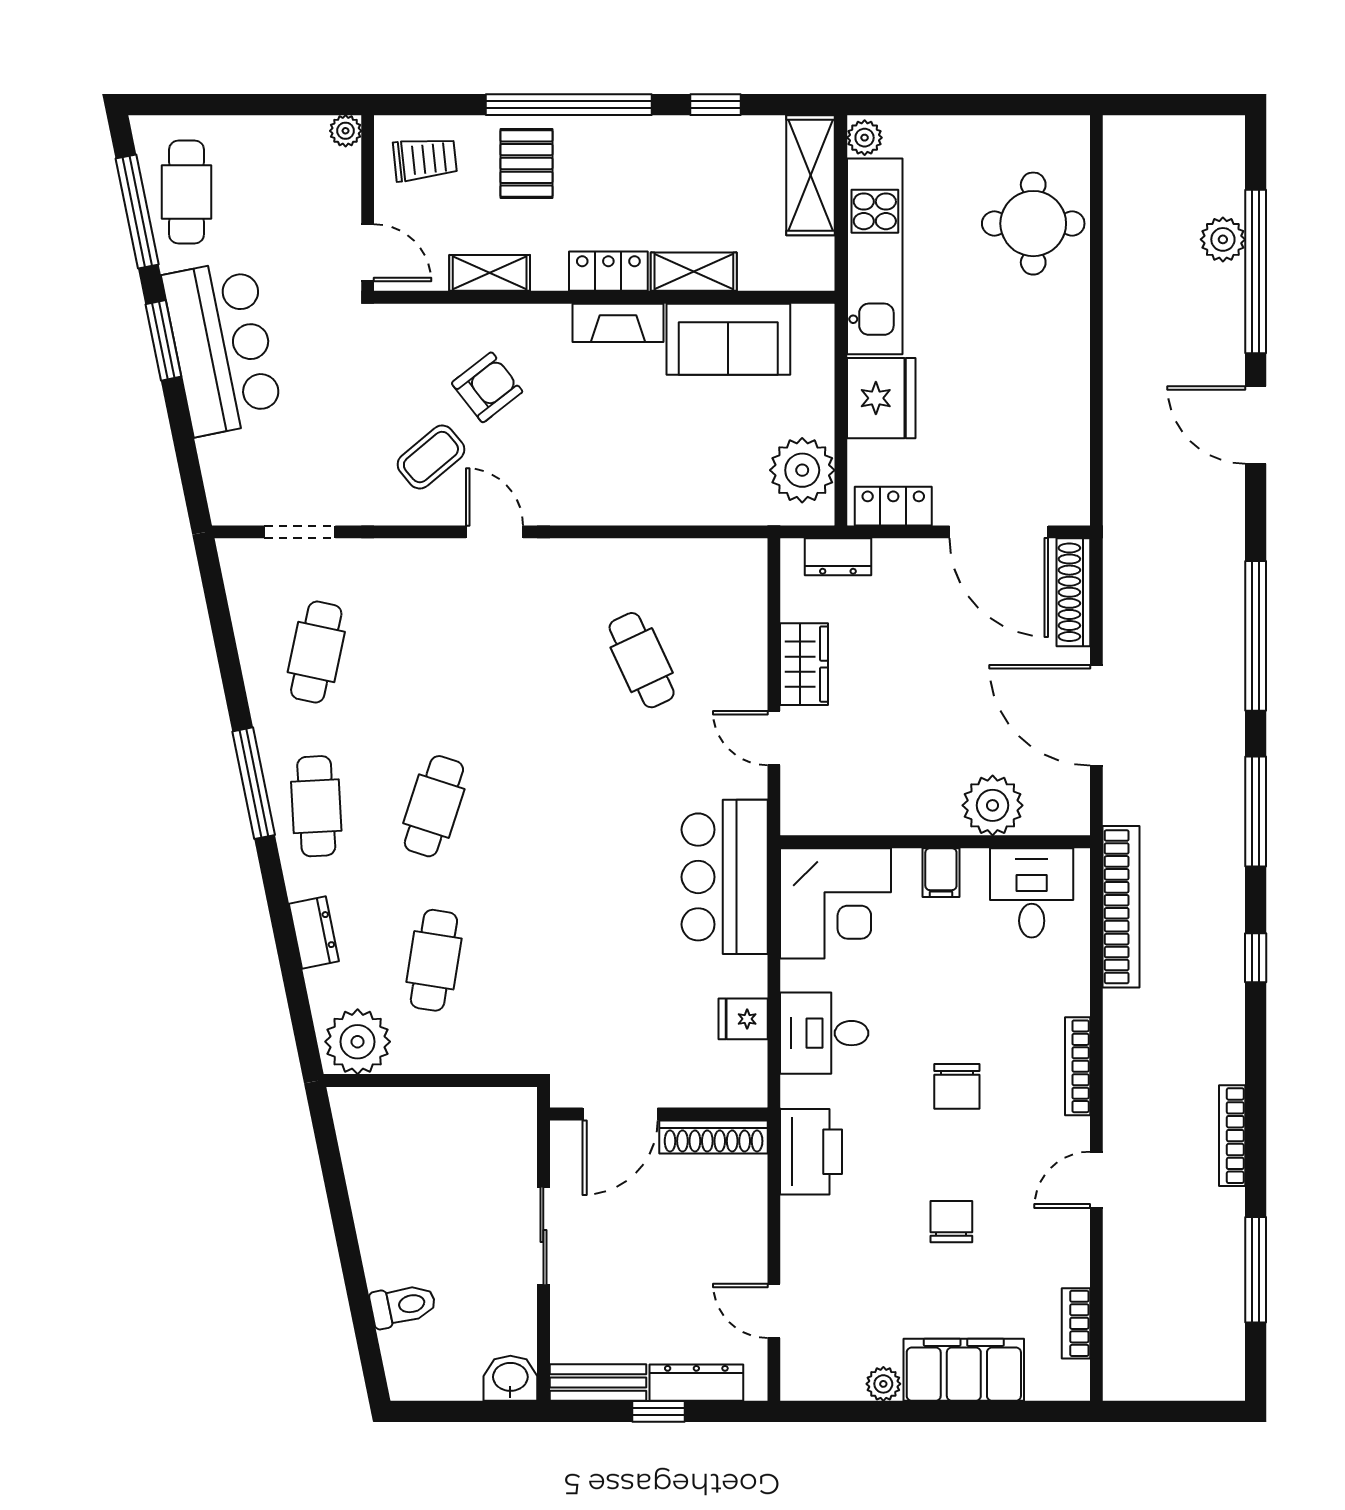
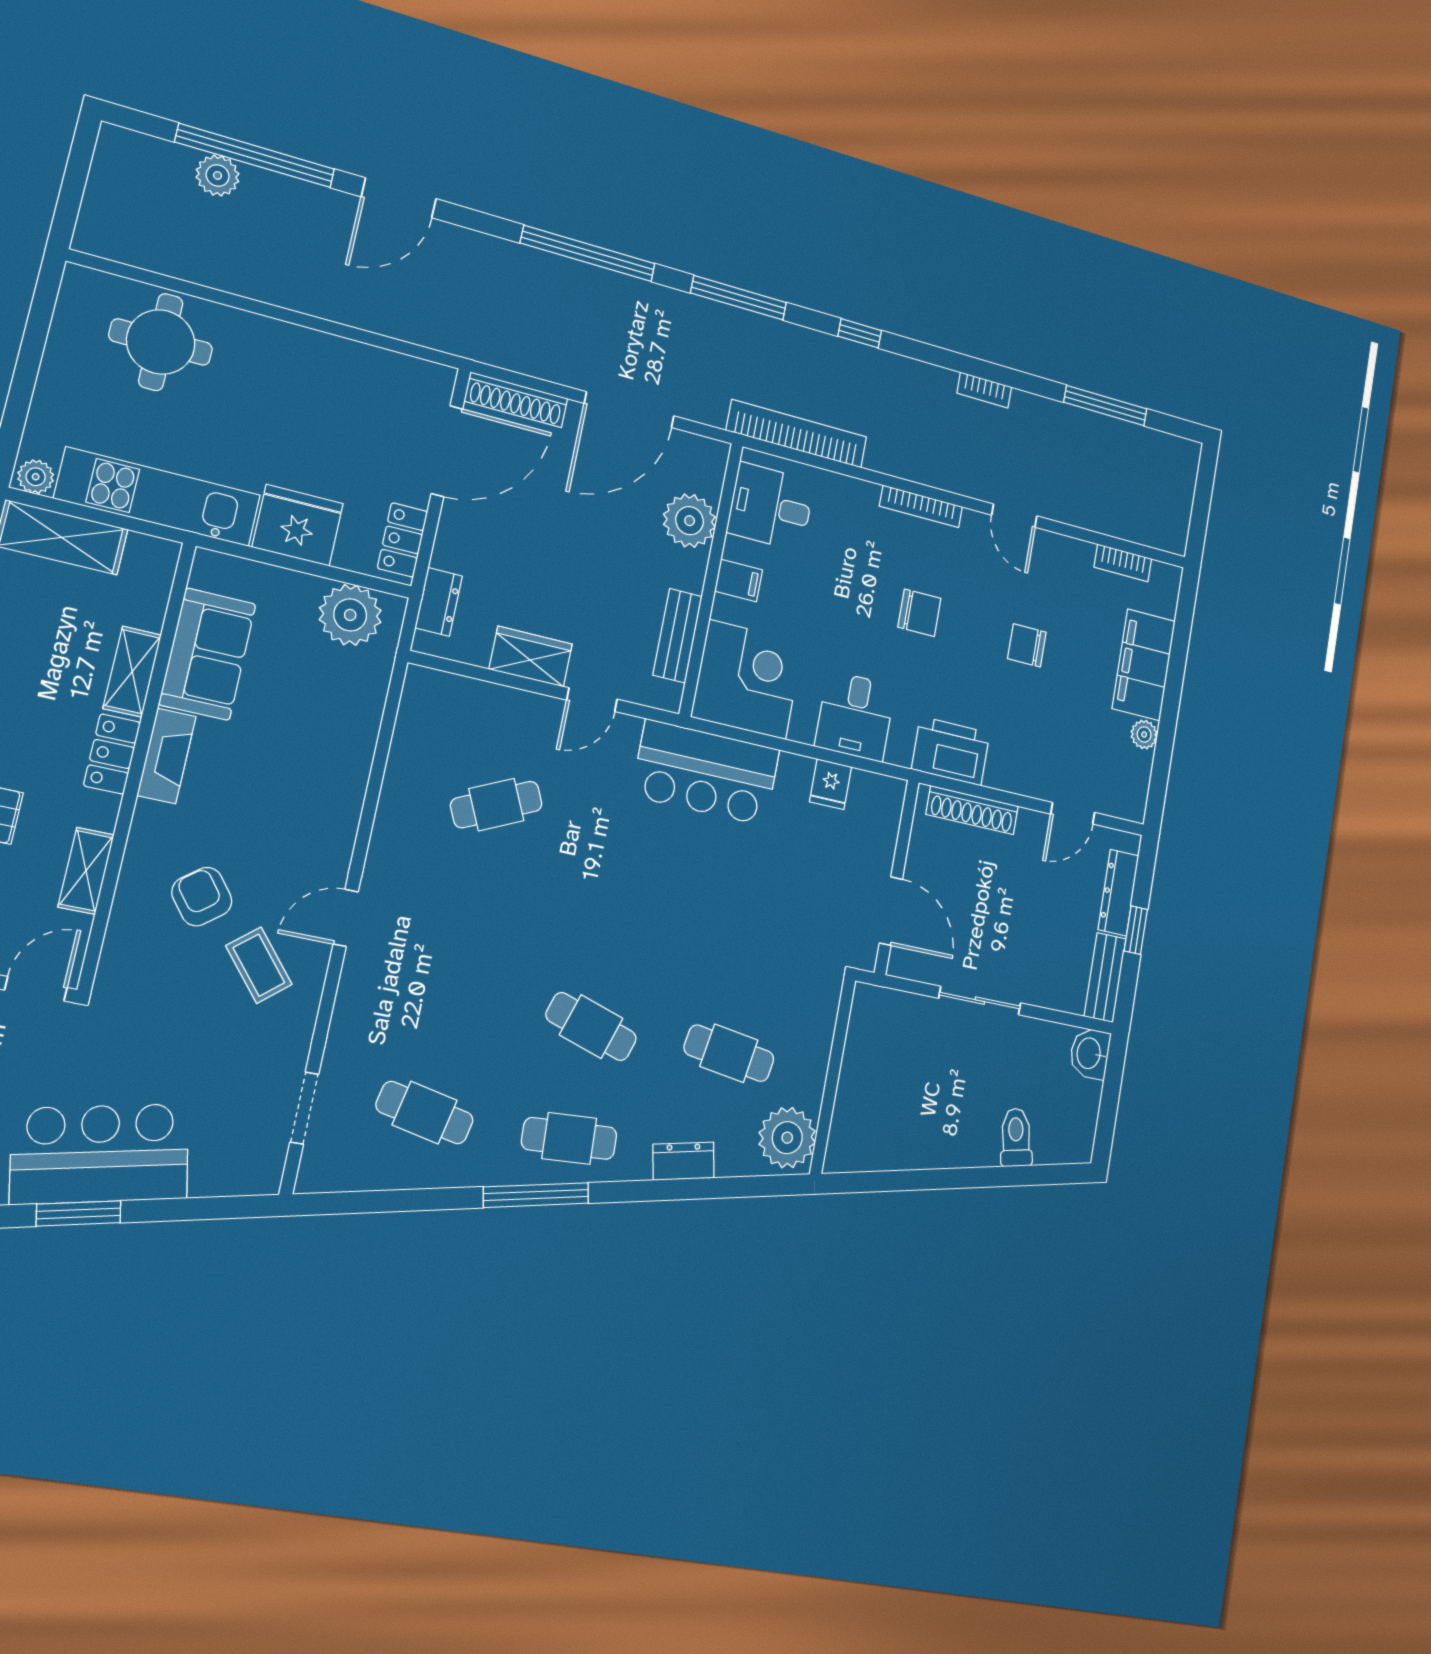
bench: (864, 817) -> (677, 636), added
bookcase: (1232, 1136) -> (984, 390), width x0.64
shoe rack: (714, 1137) -> (972, 810), moved, turned 90

